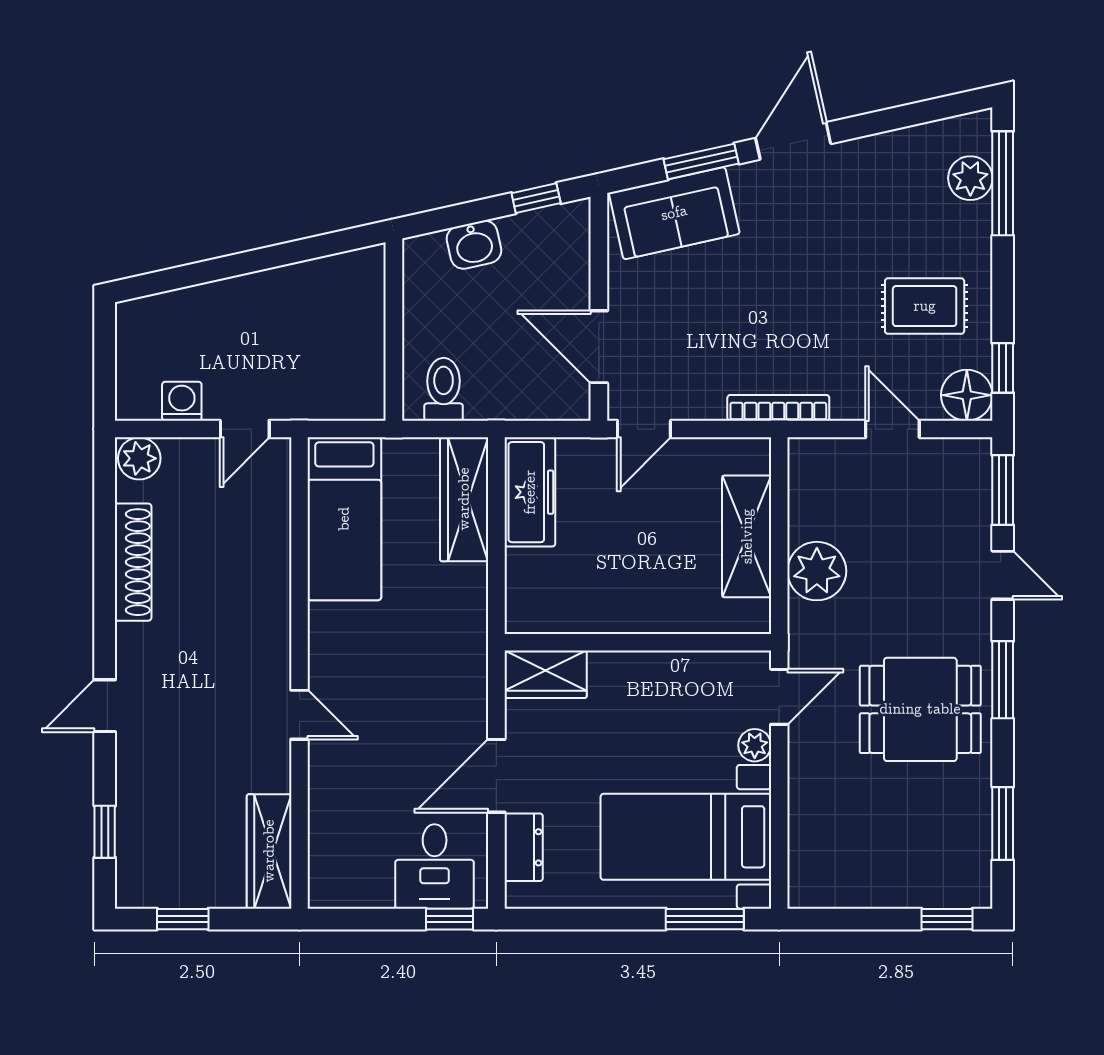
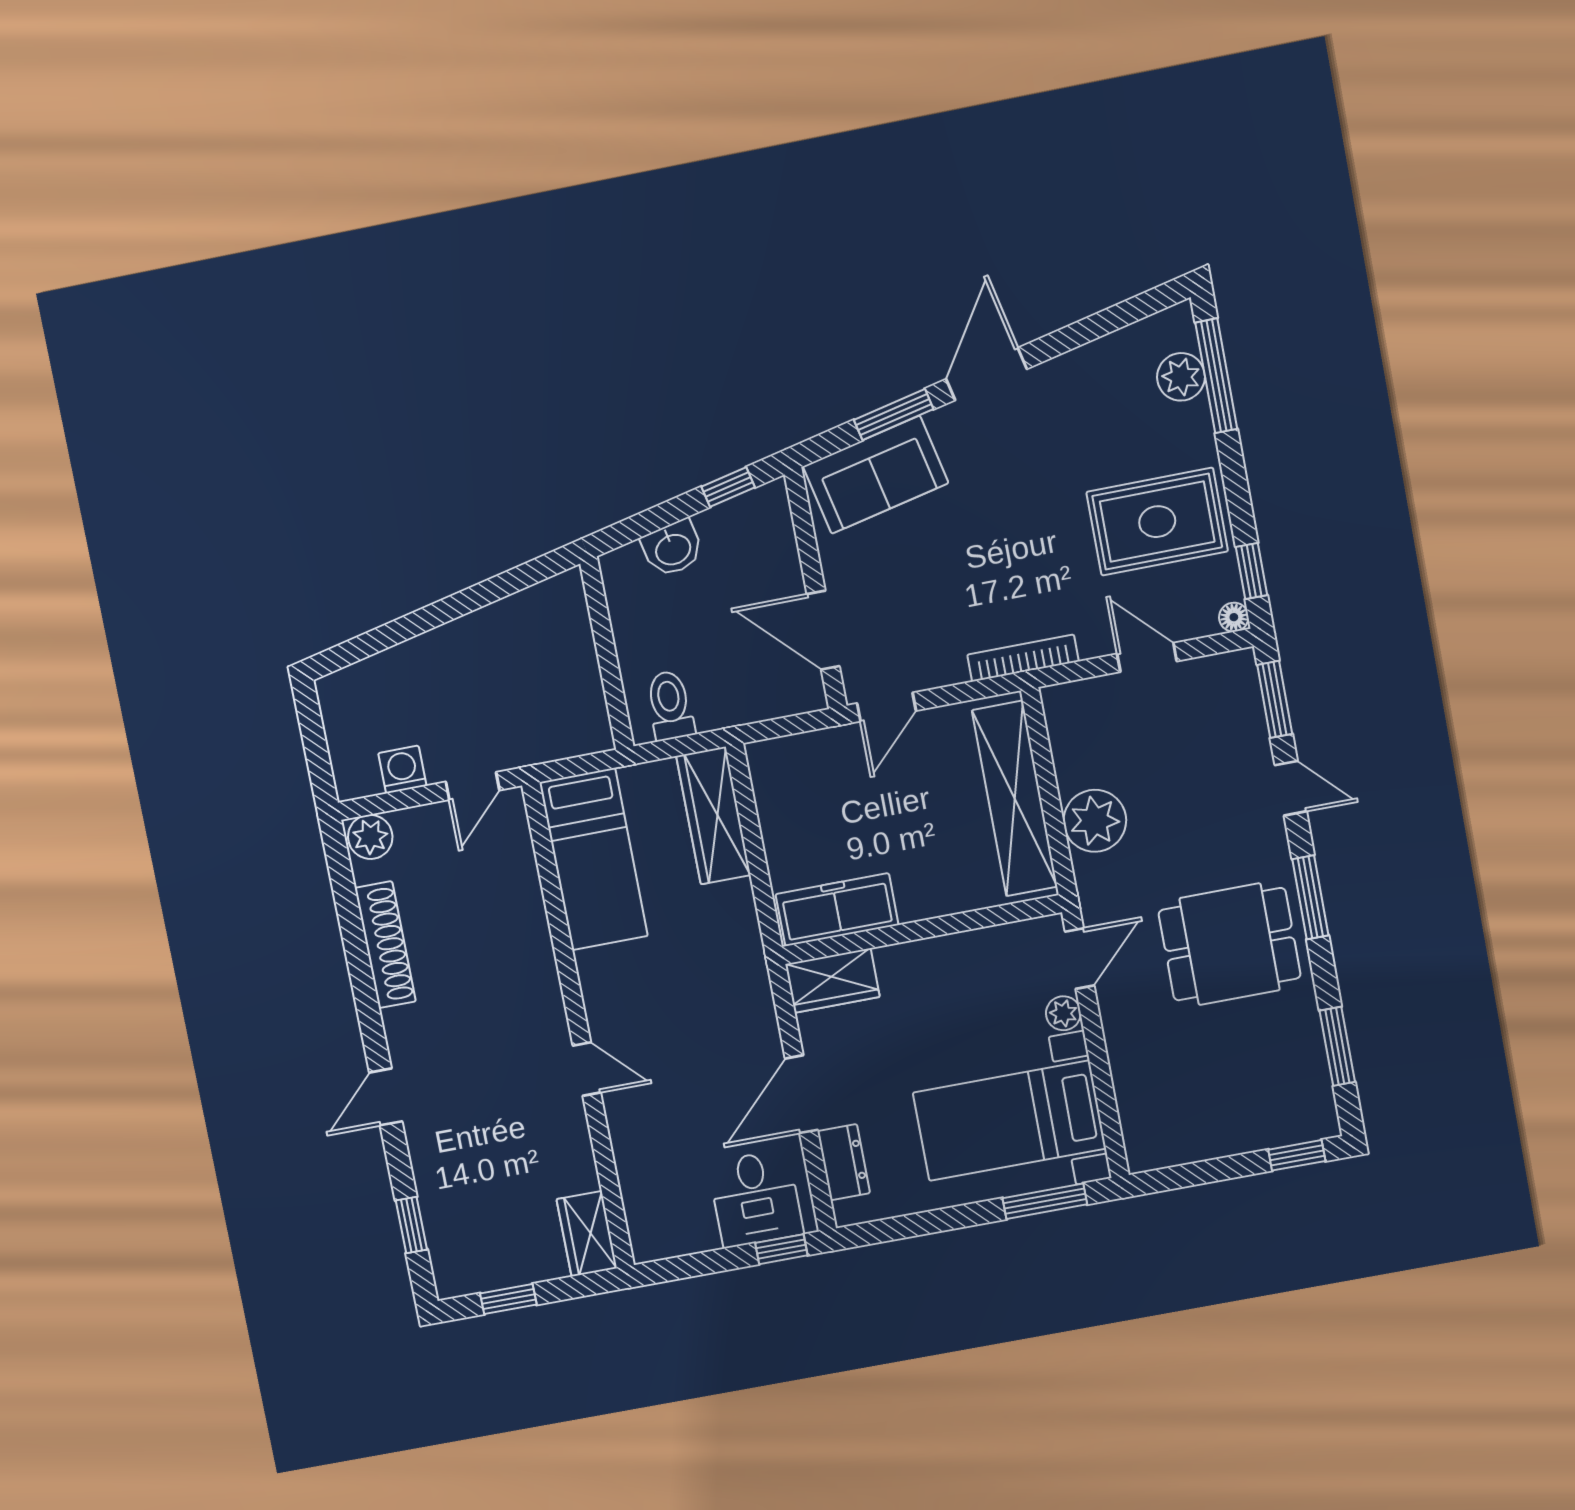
rug: (925, 306) -> (1157, 522), width x1.36, depth x1.43
floor lamp: (967, 395) -> (1234, 617), width x0.53, depth x0.53
freezer: (530, 492) -> (837, 910), moved, turned -90
shelving: (747, 536) -> (1015, 799), width x1.47
wardrobe: (269, 851) -> (587, 1234), width x0.67

